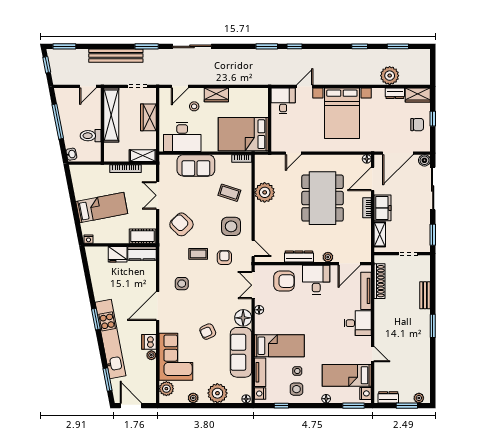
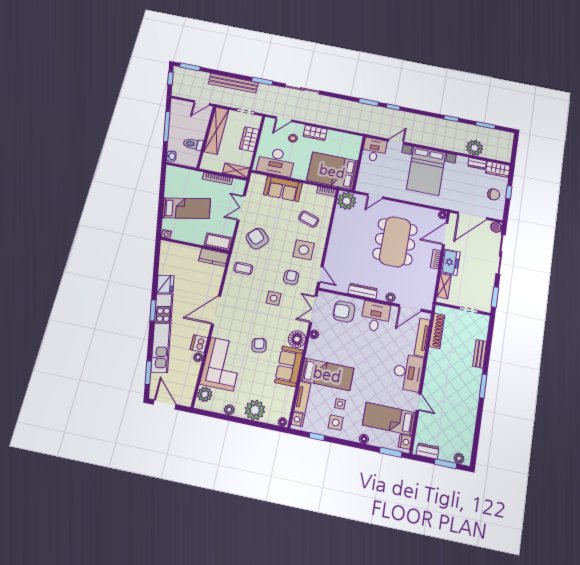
plant: (265, 192) -> (347, 201), moved
fridge: (118, 254) -> (165, 284), moved, turned -101
coffee table: (198, 254) -> (243, 268), moved
armchair: (284, 281) -> (344, 311), turned 180
side table: (182, 284) -> (274, 298), moved
desk: (358, 323) -> (408, 372), width x1.37
armchair: (208, 332) -> (259, 345), turned 105
sofa: (241, 352) -> (289, 366), width x0.73

